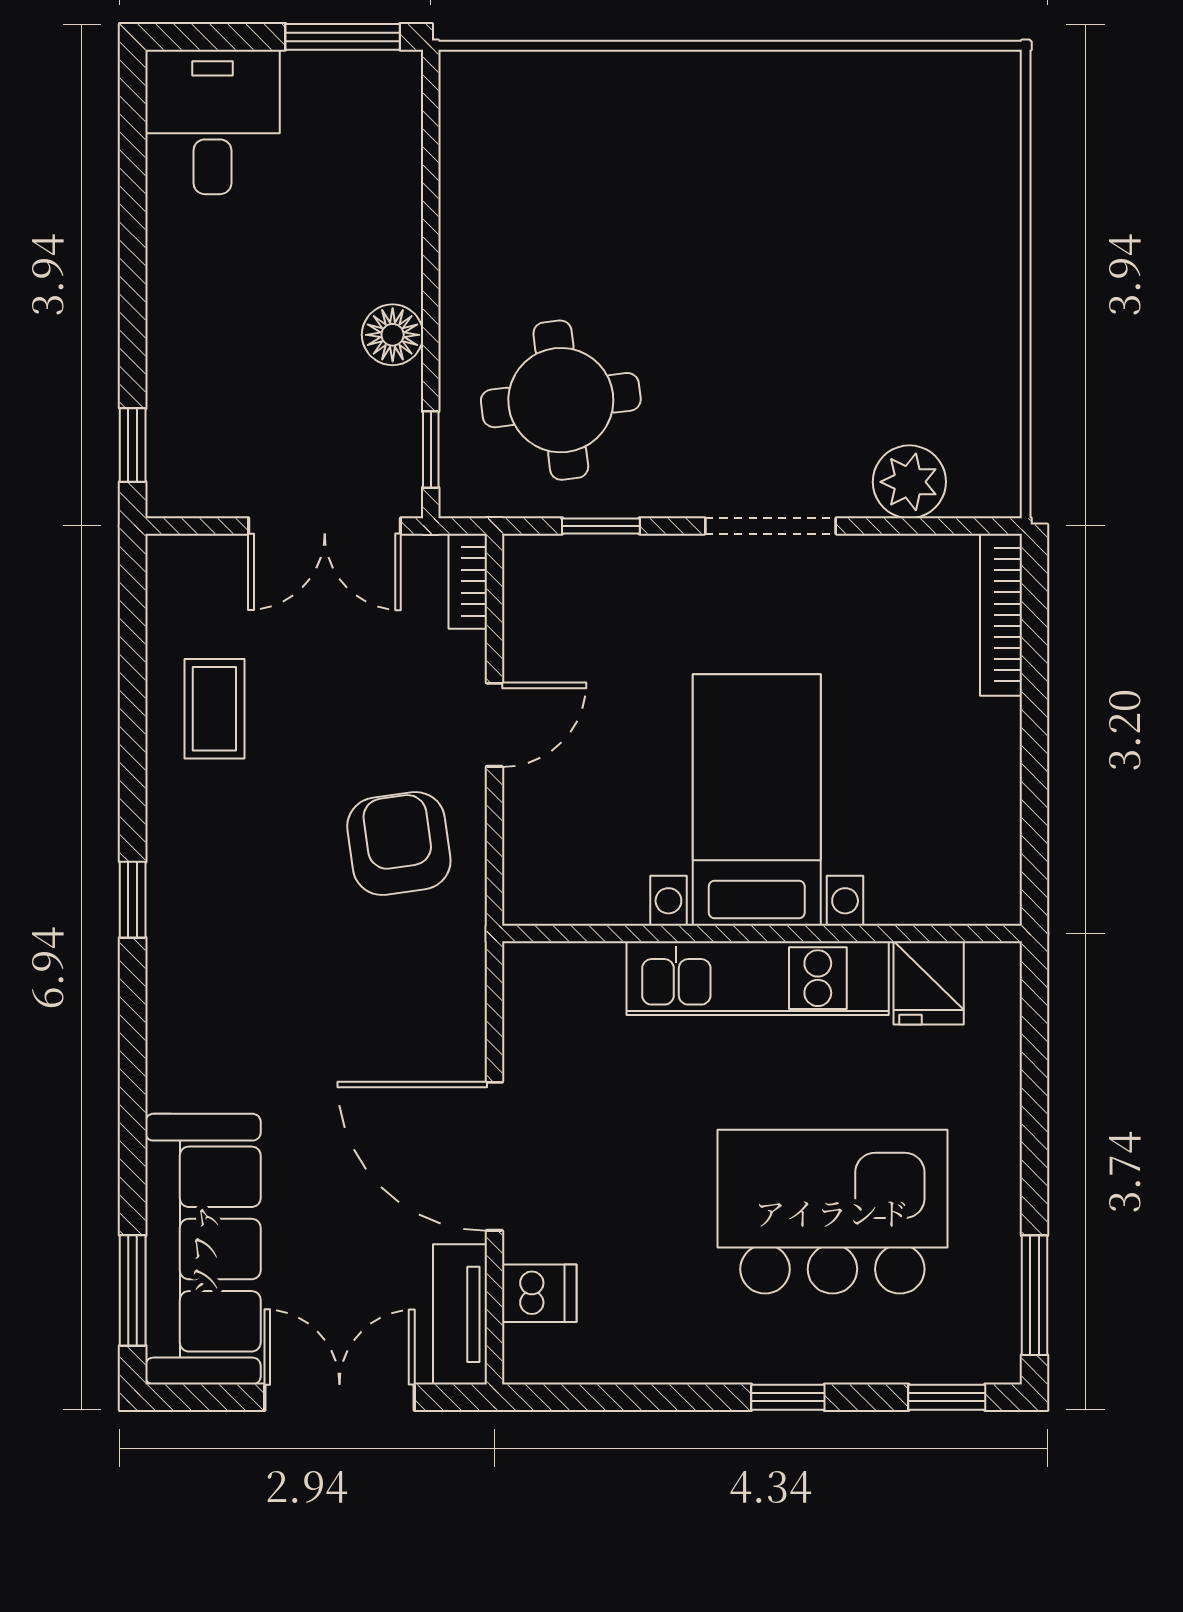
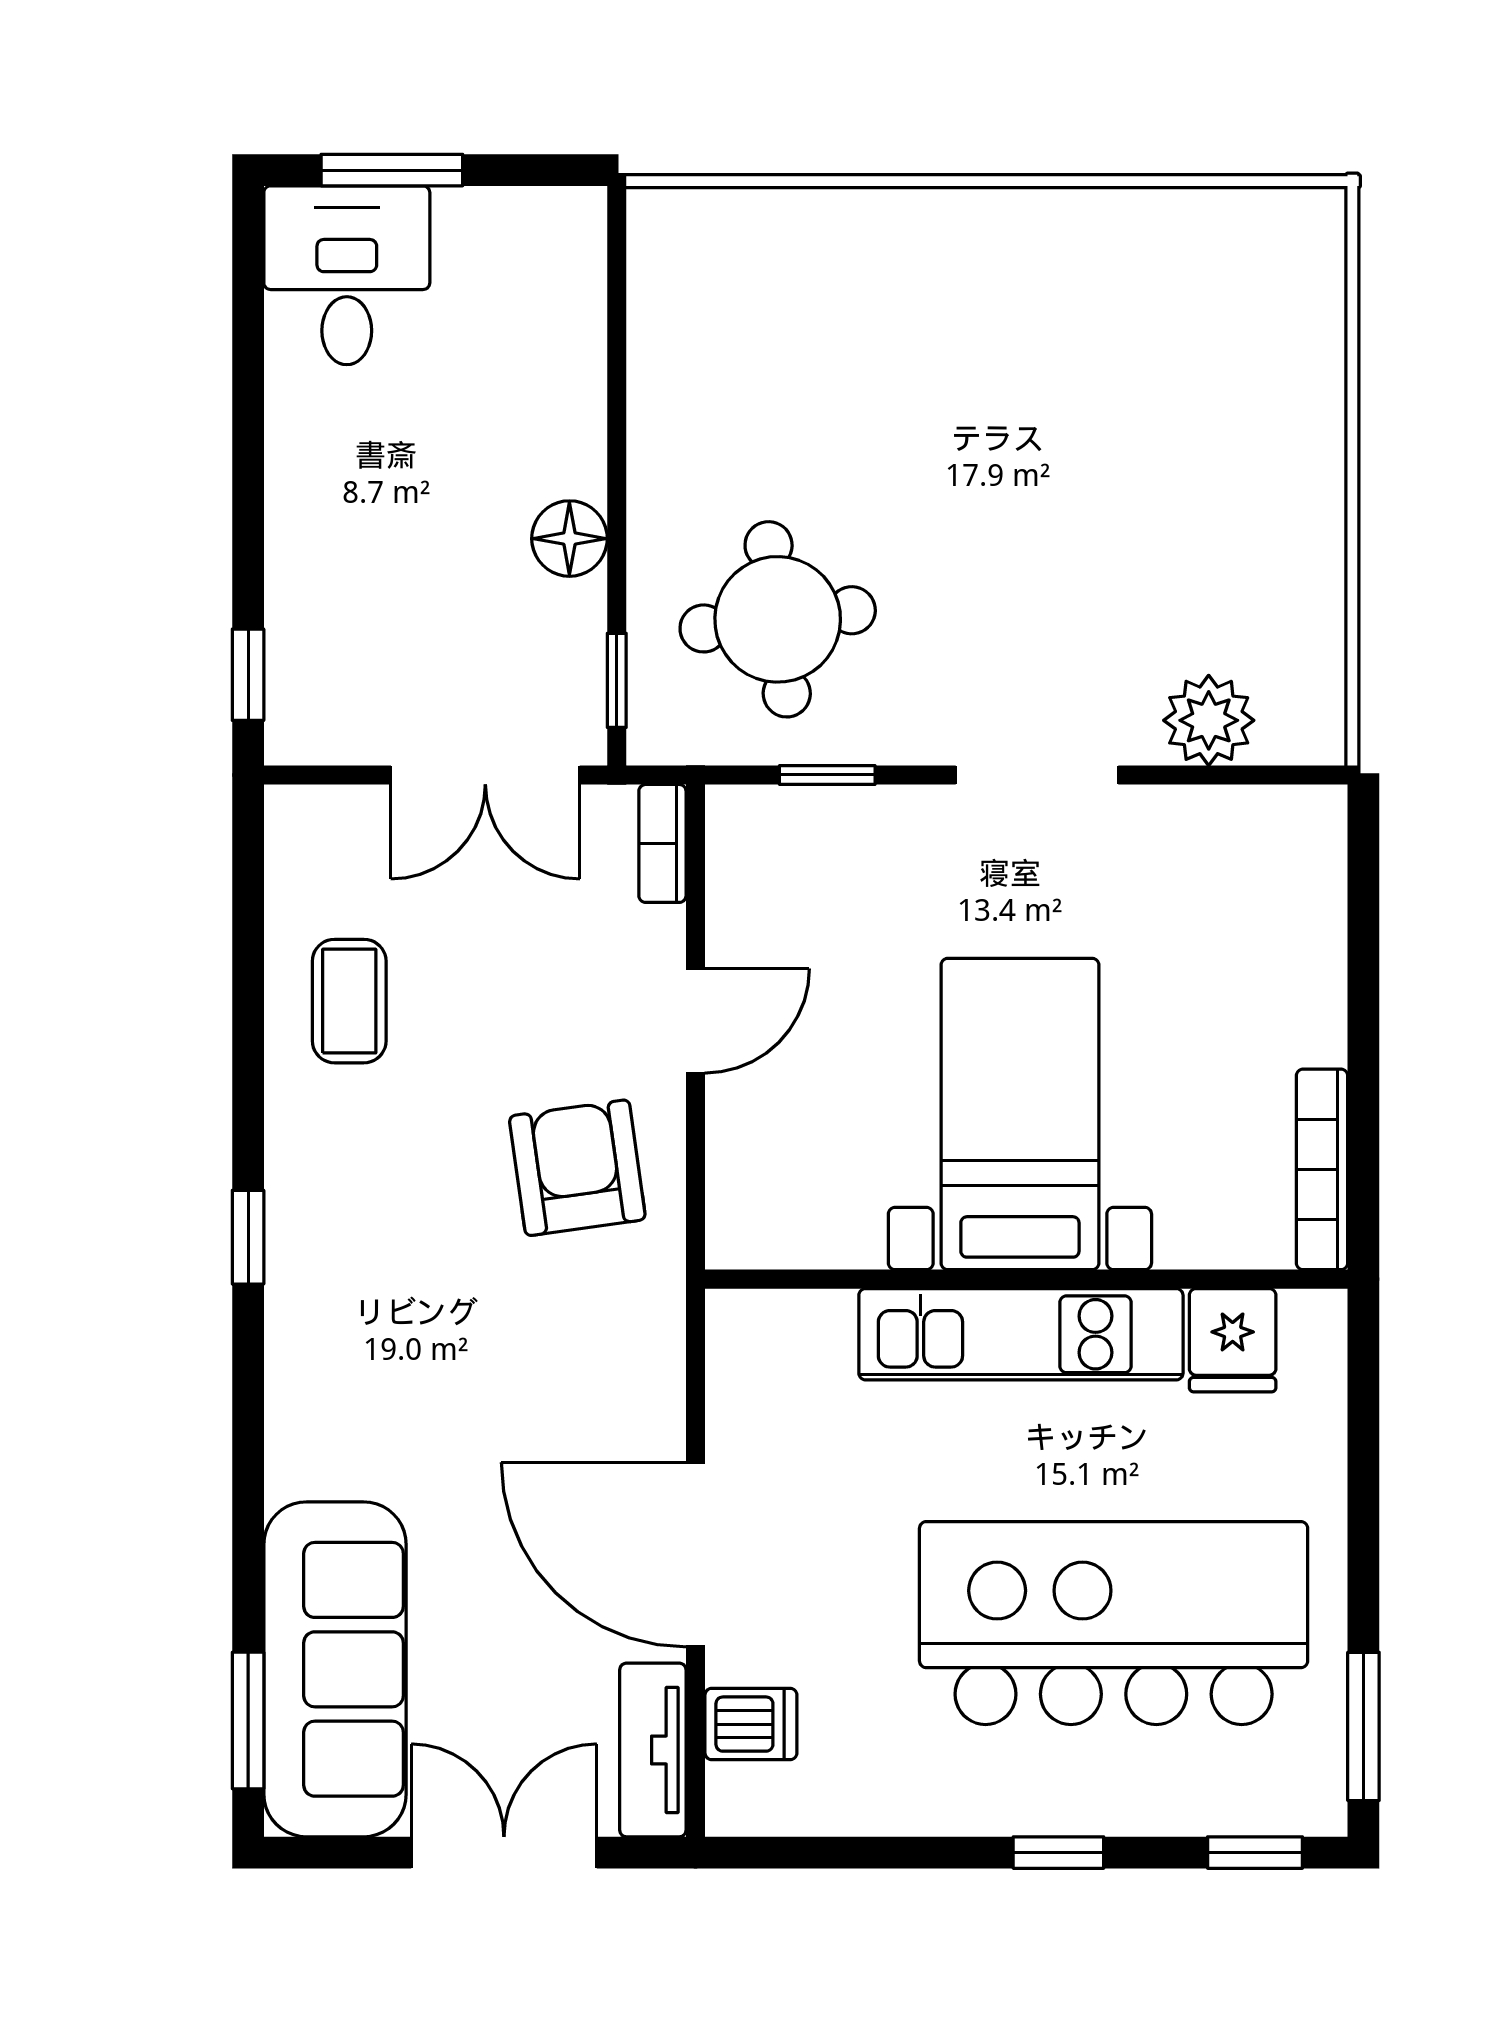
window: (343, 37) -> (392, 170), moved
bookcase: (1001, 615) -> (1322, 1169), moved
kitchen island: (832, 1212) -> (1114, 1623), width x1.37

